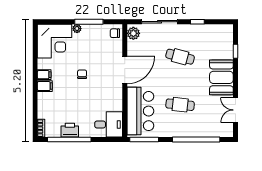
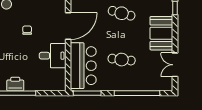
desk: (109, 124) -> (53, 56), moved

